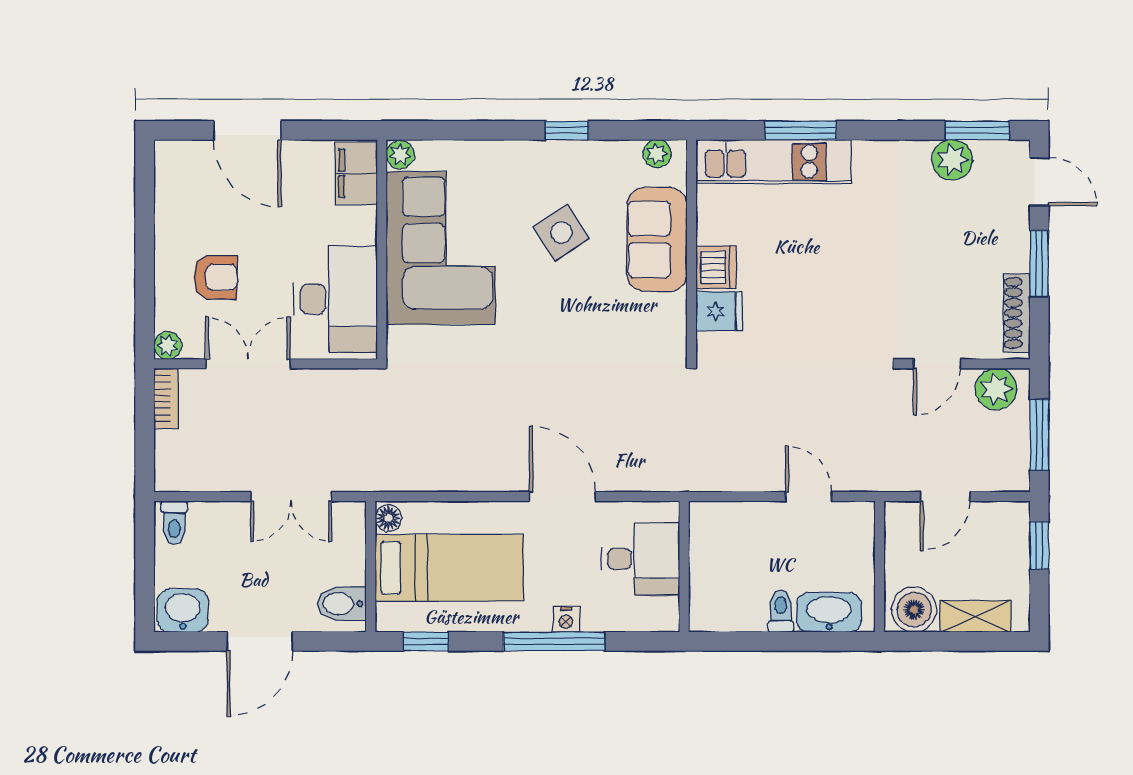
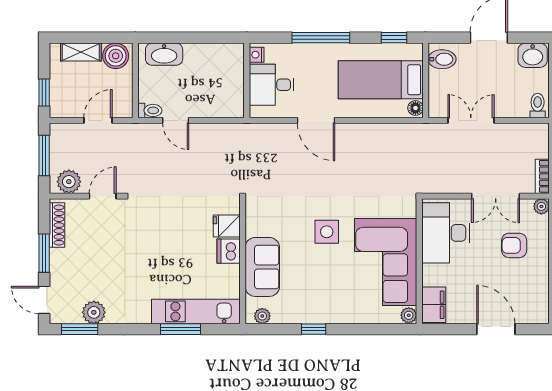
side table: (561, 233) -> (327, 232), moved, turned 33
toilet: (781, 611) -> (150, 110), moved, turned -90
nightstand: (566, 620) -> (257, 55), moved, turned -90

